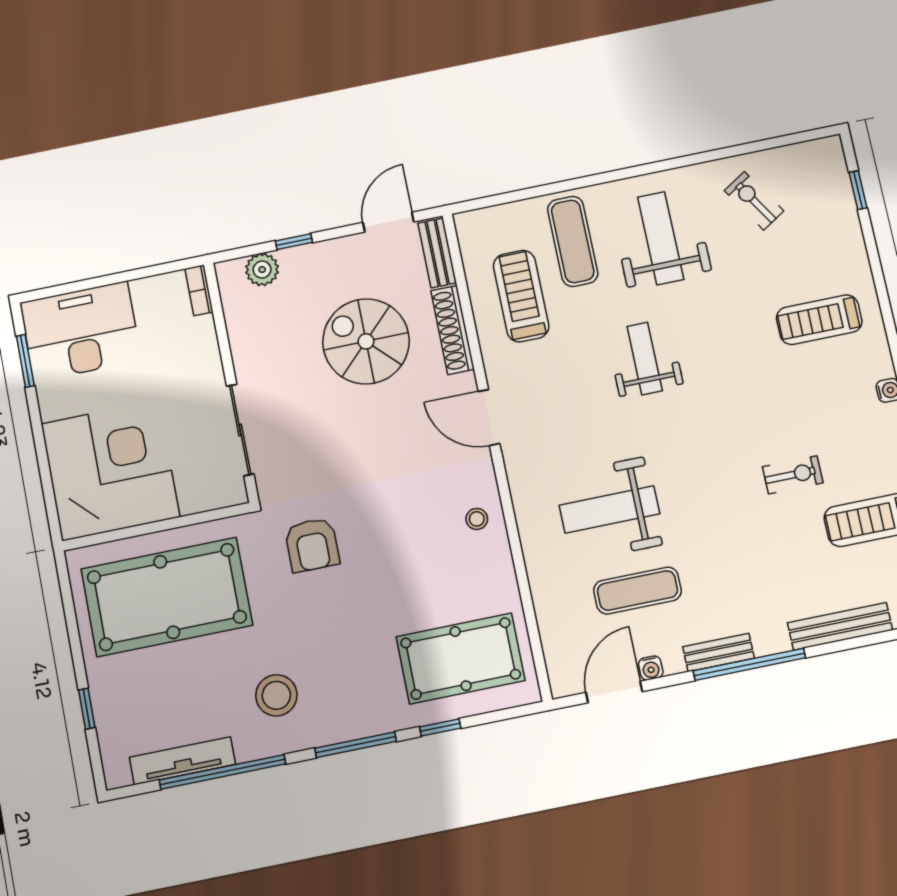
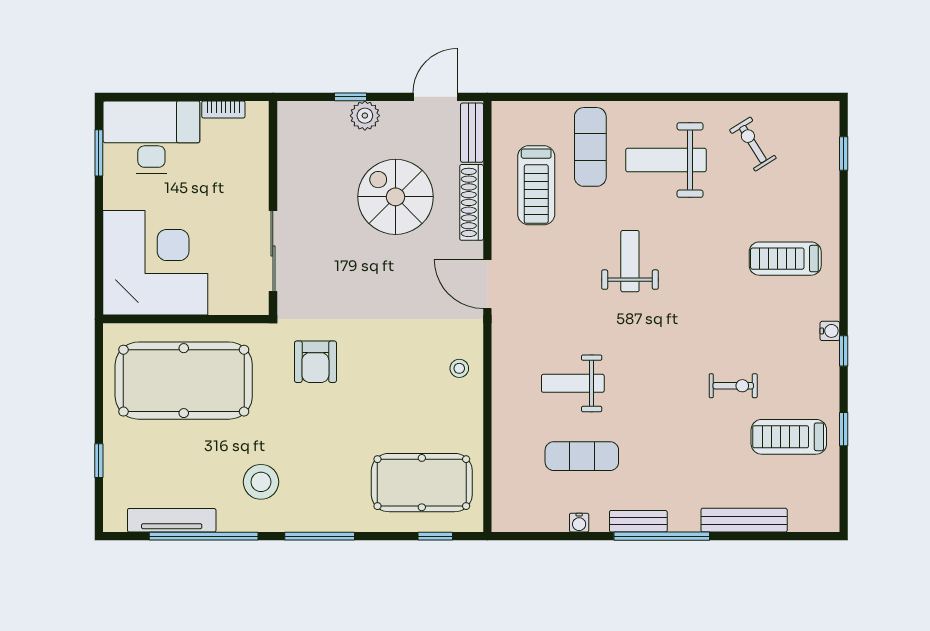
weight bench: (661, 238) -> (666, 160), turned -90
plant: (262, 270) -> (365, 116), moved
bookcase: (199, 290) -> (223, 110), moved, turned -90
treadmill: (521, 296) -> (536, 185), turned 180
weight bench: (609, 510) -> (573, 383), width x0.73, depth x0.75
door: (614, 692) -> (544, 536), removed
window: (440, 727) -> (435, 536), moved

